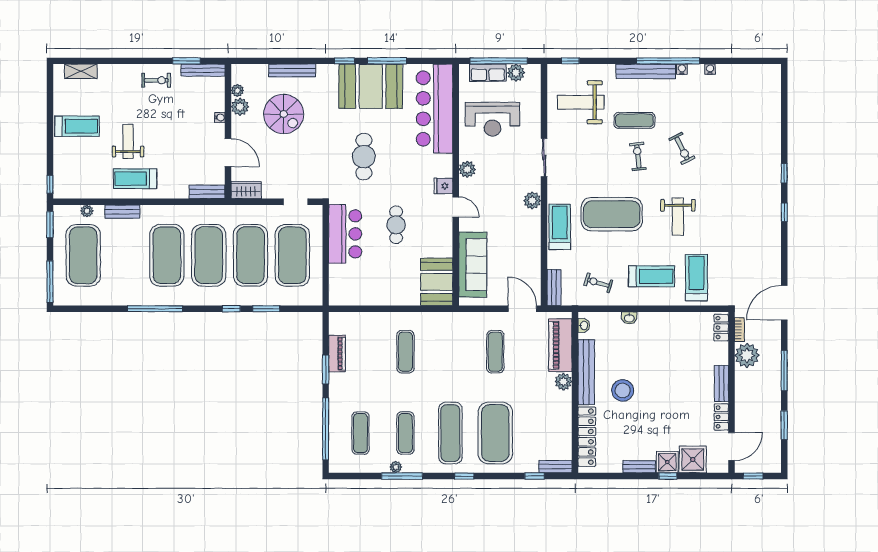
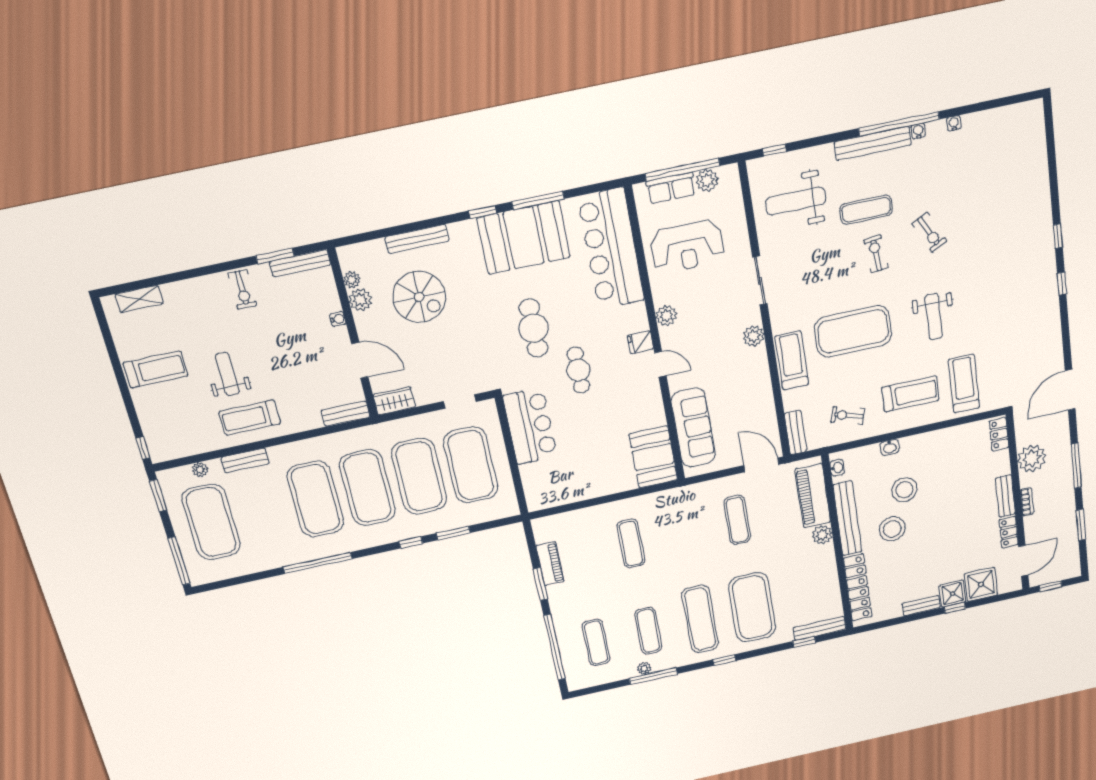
exercise bike: (156, 80) -> (242, 289), turned 90
cafe table: (396, 225) -> (578, 370), moved
bookcase: (739, 330) -> (1027, 502), moved
stool: (637, 358) -> (904, 490), added
bench: (555, 467) -> (820, 628), width x1.36

